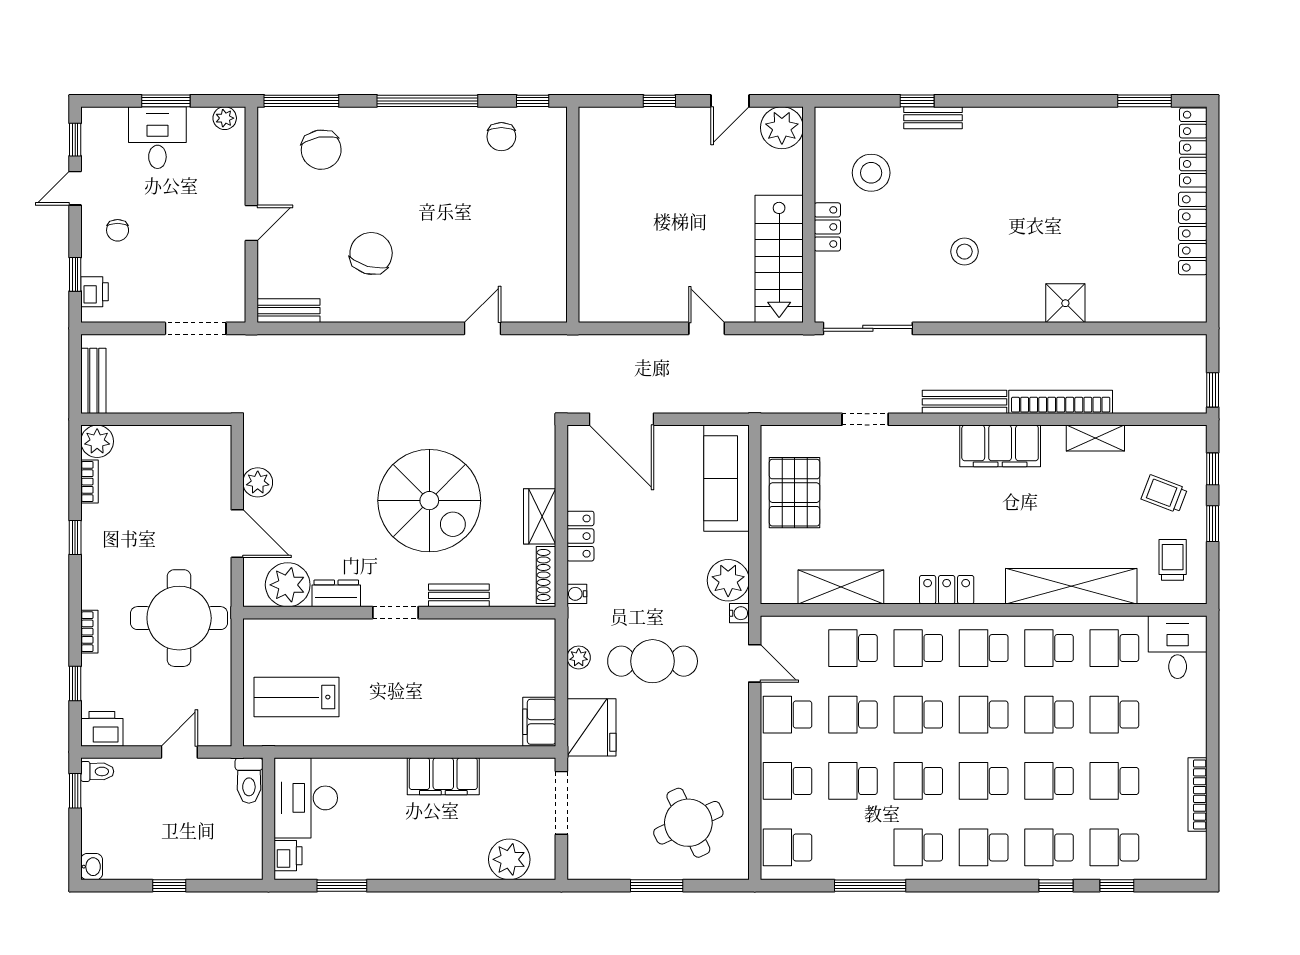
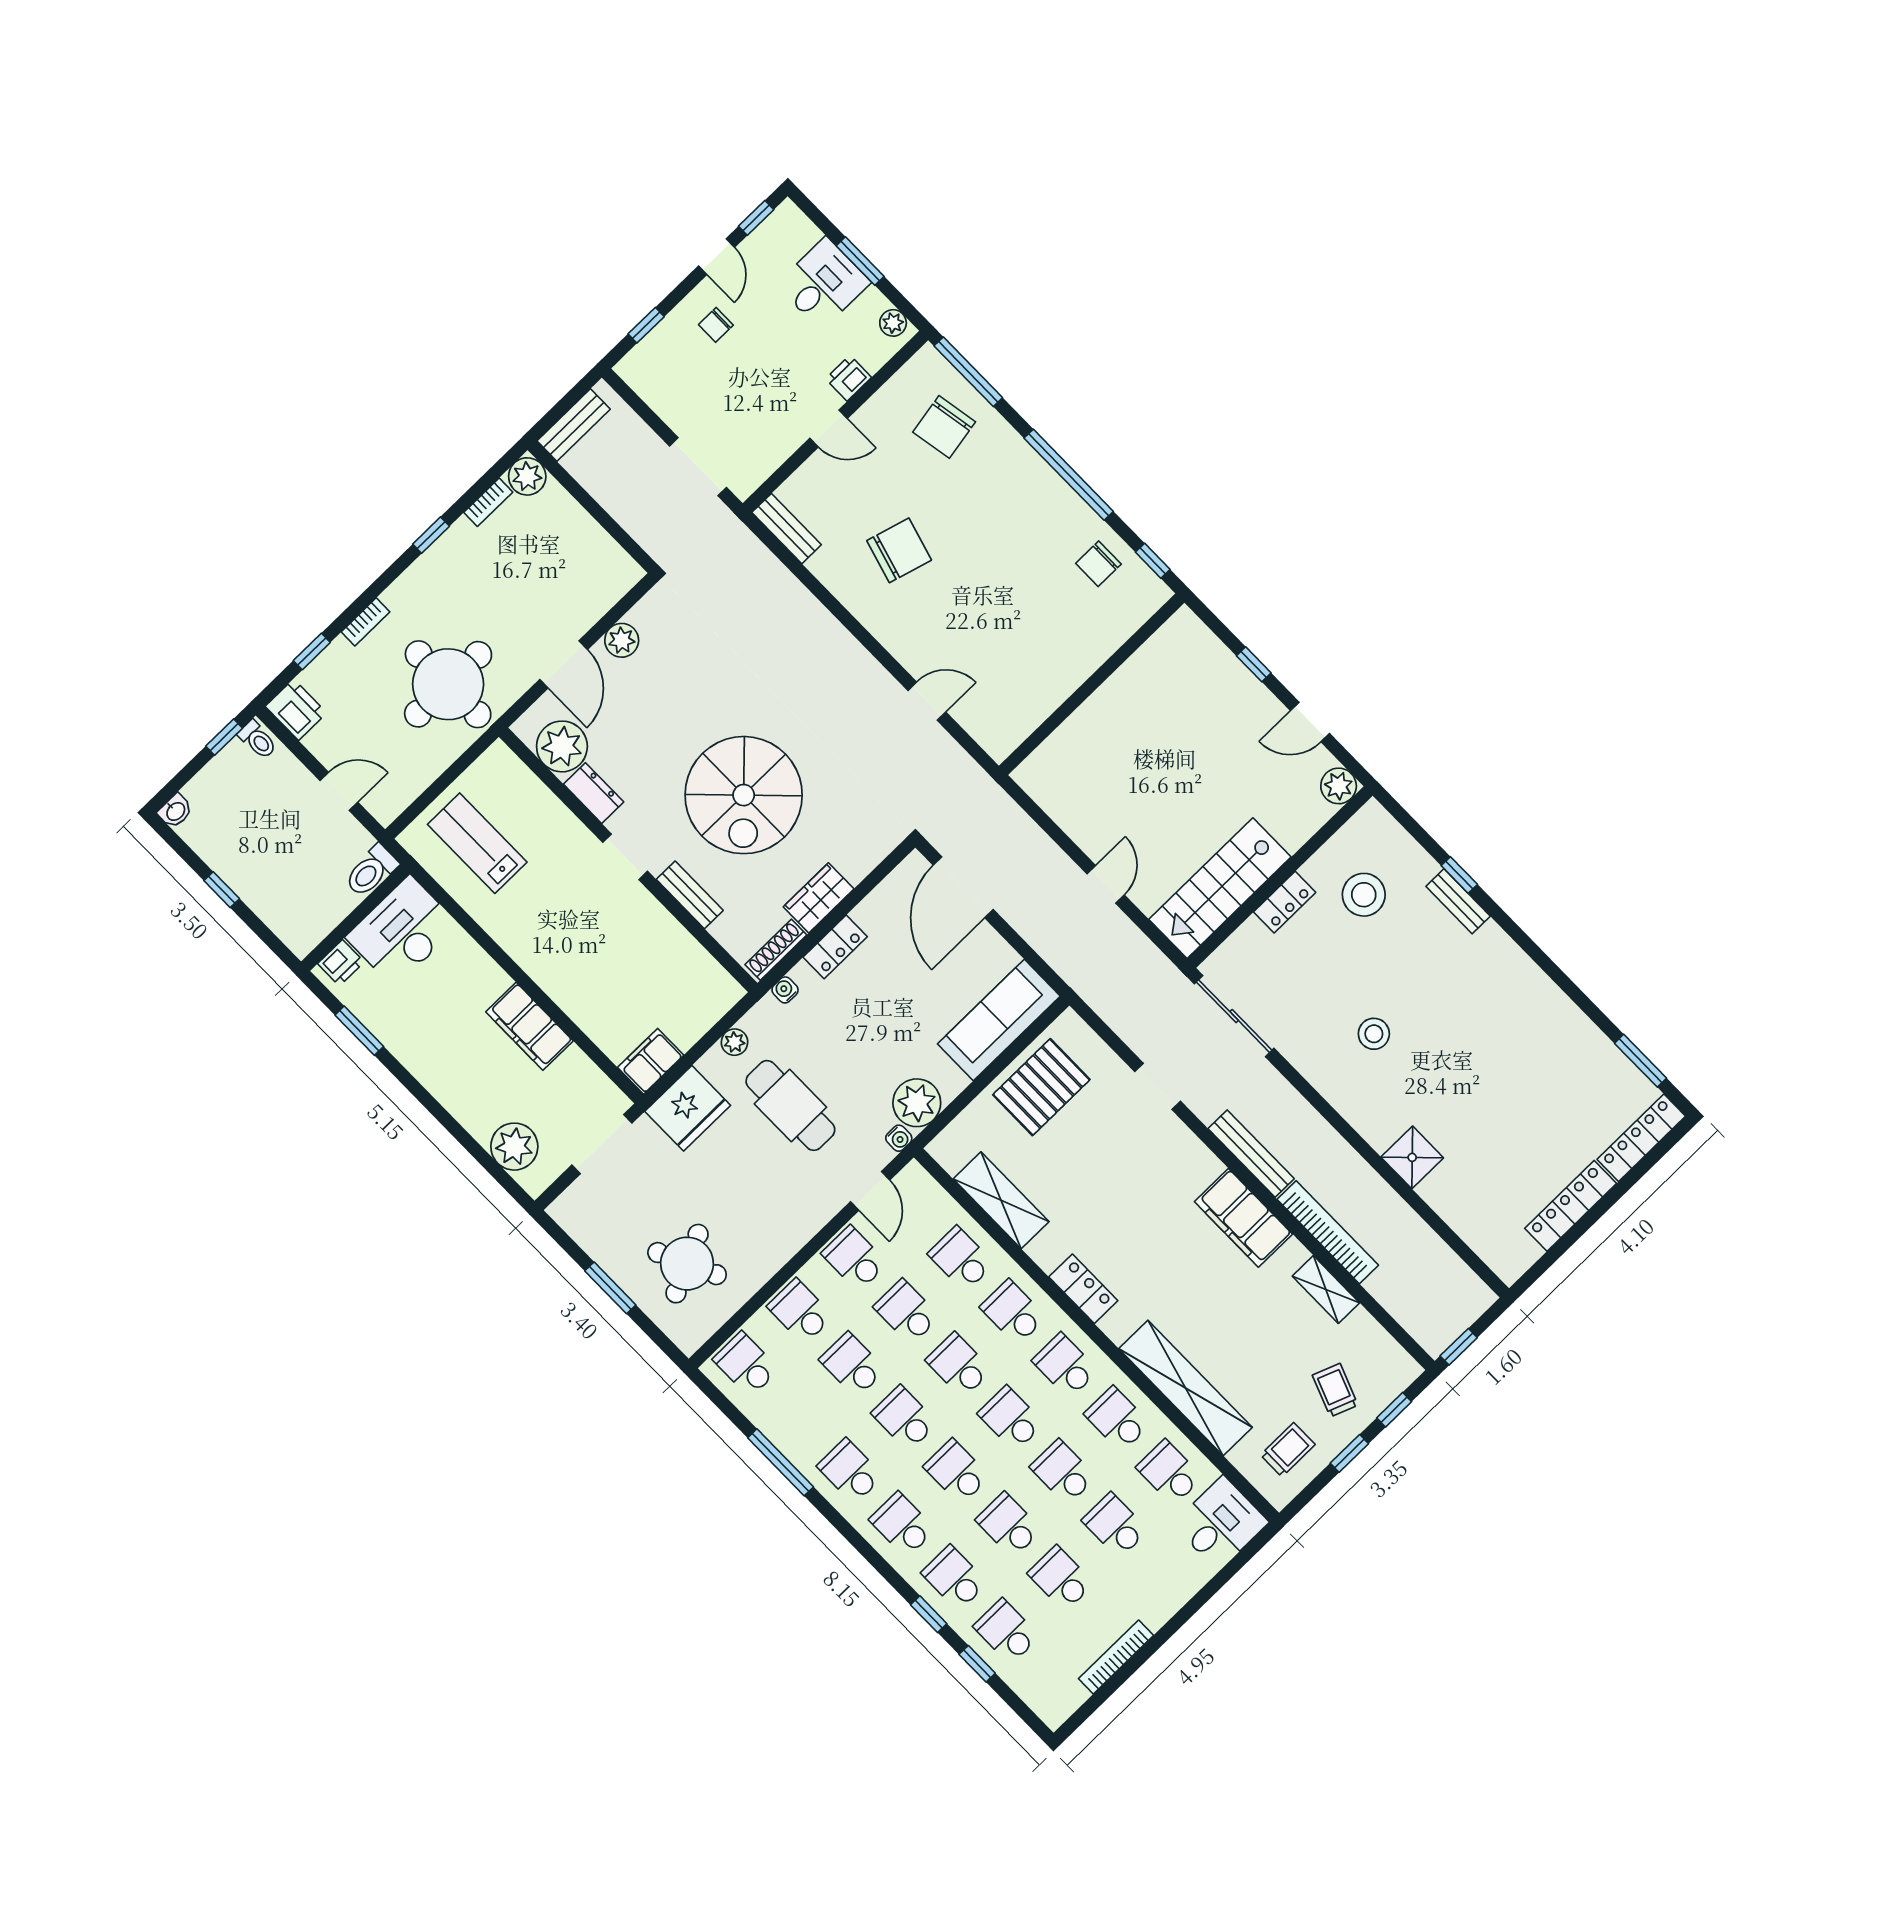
plant: (782, 128) -> (1339, 786), width x0.73, depth x0.73
door: (75, 188) -> (717, 257), swing flipped
printer: (94, 292) -> (849, 378), moved, turned 180

